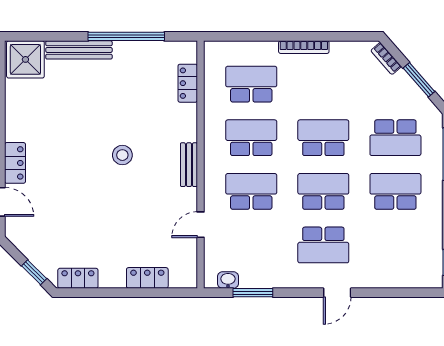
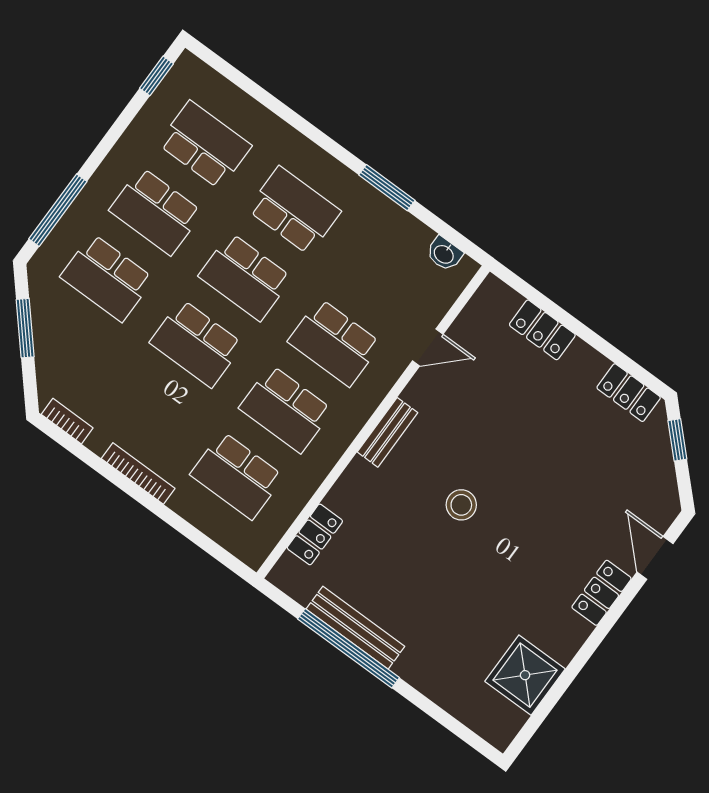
bench: (79, 50) -> (355, 628), moved
shower: (25, 59) -> (525, 675), moved
bookcase: (386, 59) -> (67, 421), moved, turned -49
school desk: (395, 138) -> (107, 278), turned 180
school desk: (395, 245) -> (205, 145), added
window: (253, 293) -> (387, 188), moved
door: (337, 293) -> (320, 139), removed

